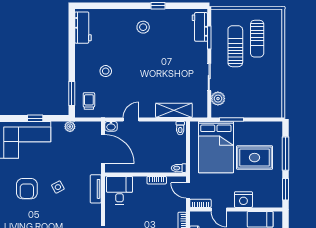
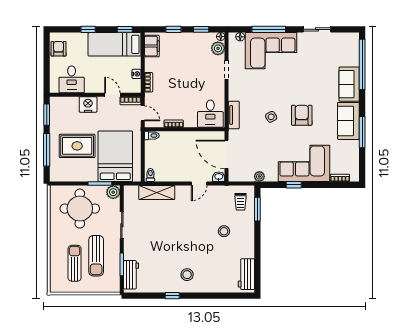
round table: (252, 94) -> (80, 209), added
plant: (218, 99) -> (113, 192), moved

